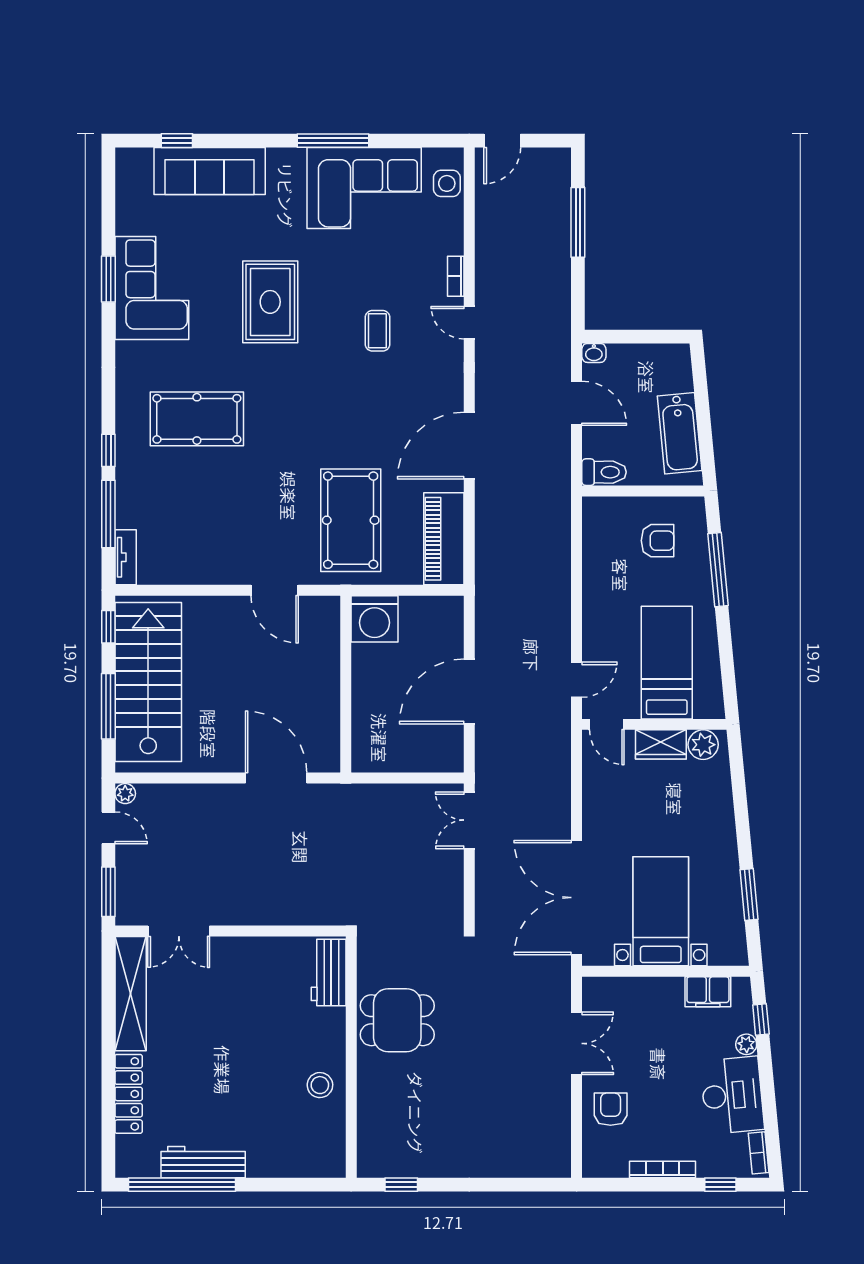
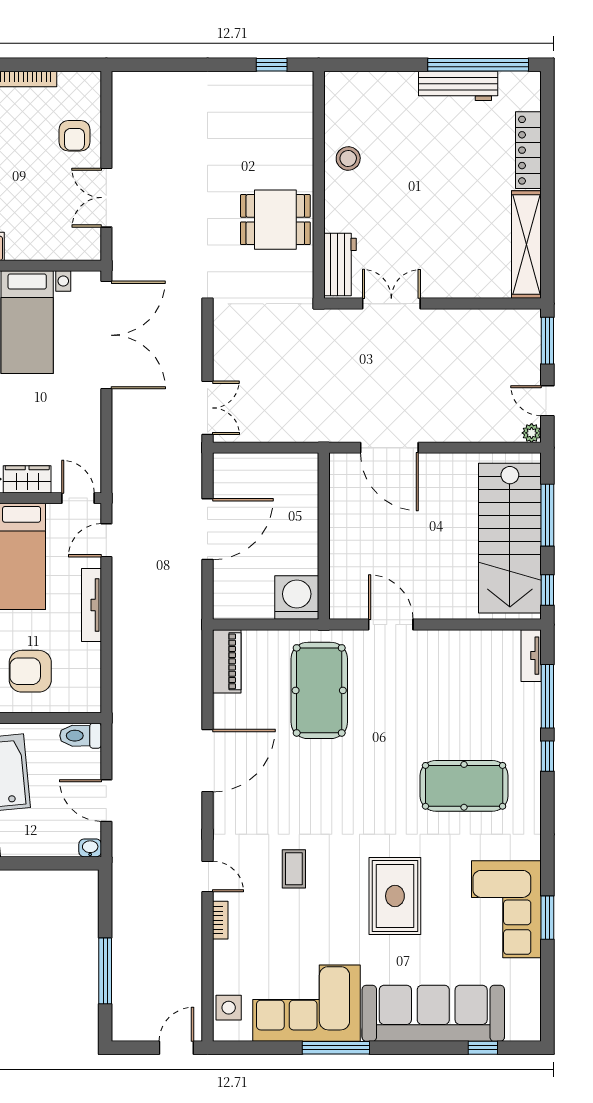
sofa: (210, 171) -> (433, 1013), width x1.36, depth x1.27
piano: (444, 539) -> (227, 661), width x0.73, depth x0.75
armchair: (658, 541) -> (30, 671), width x1.38, depth x1.38
tv unit: (593, 611) -> (91, 605), added
double door: (179, 931) -> (391, 304), moved

